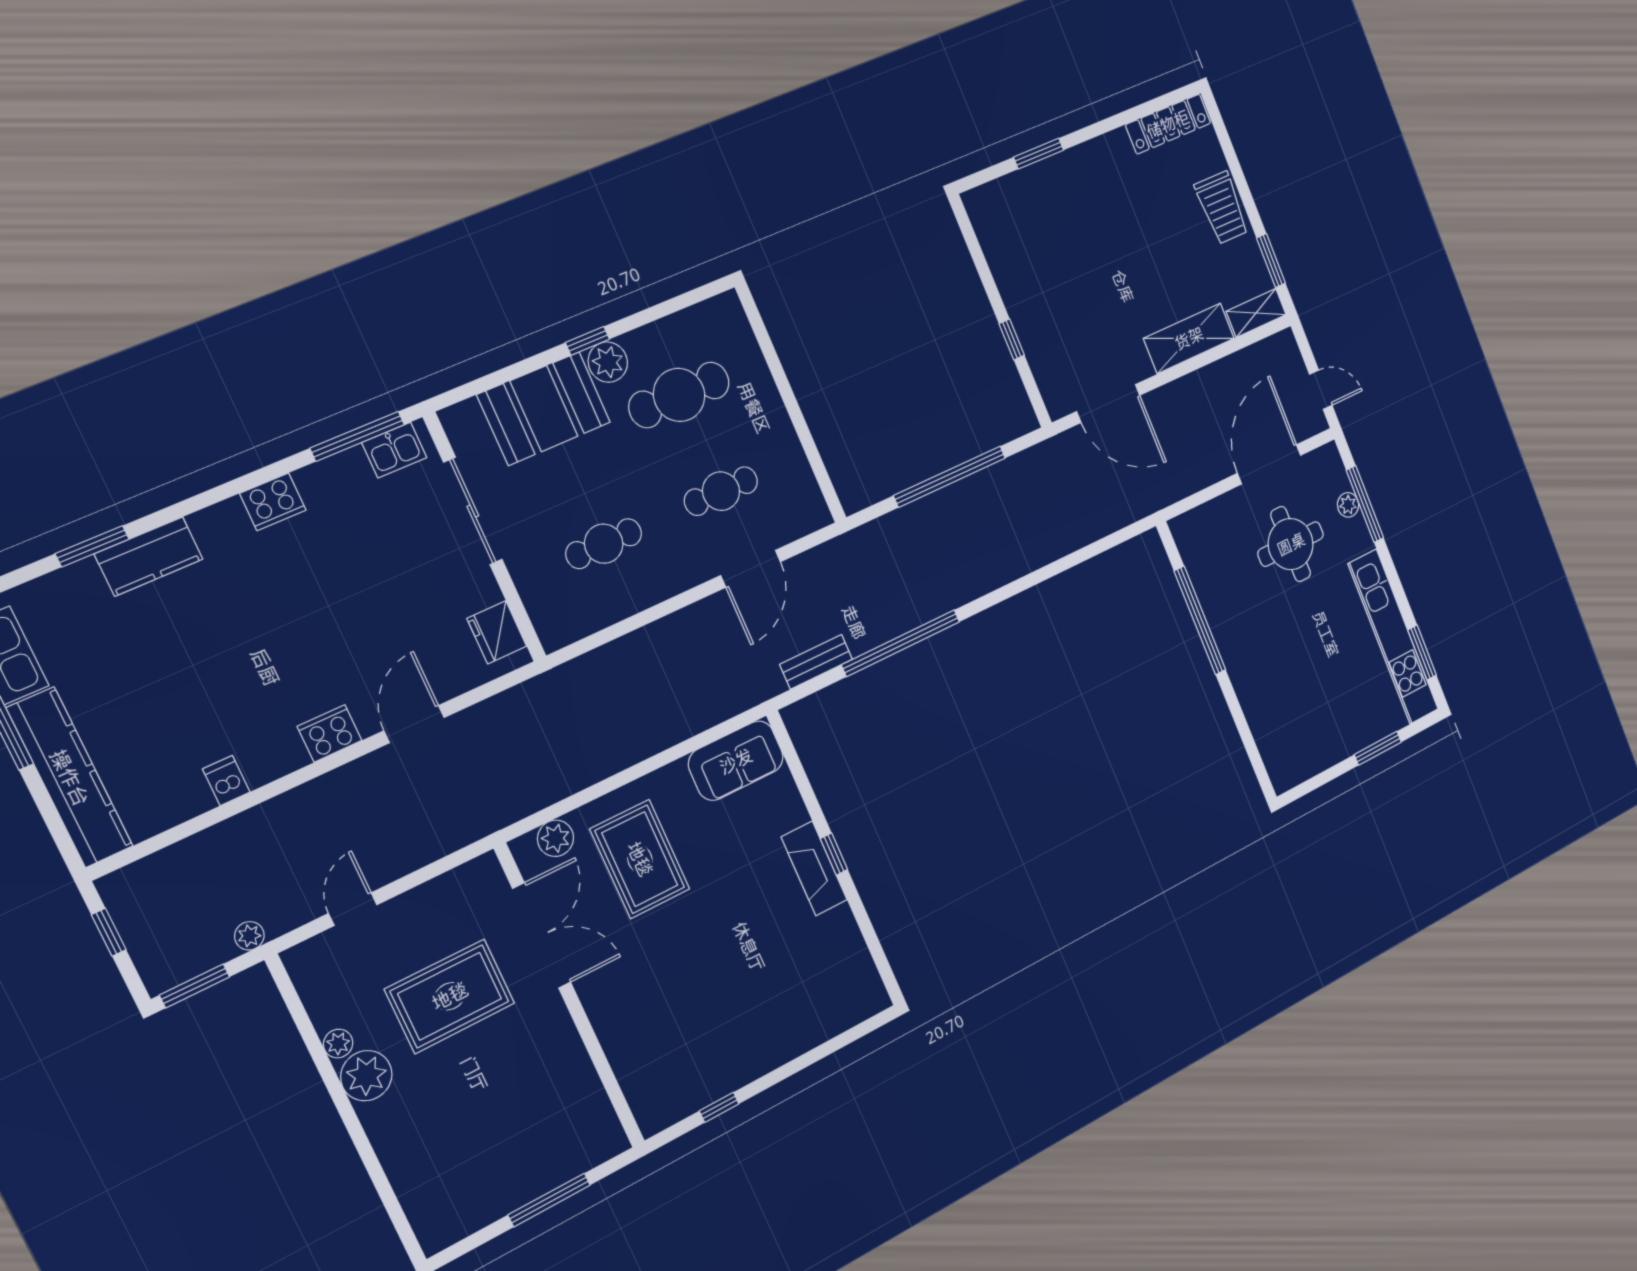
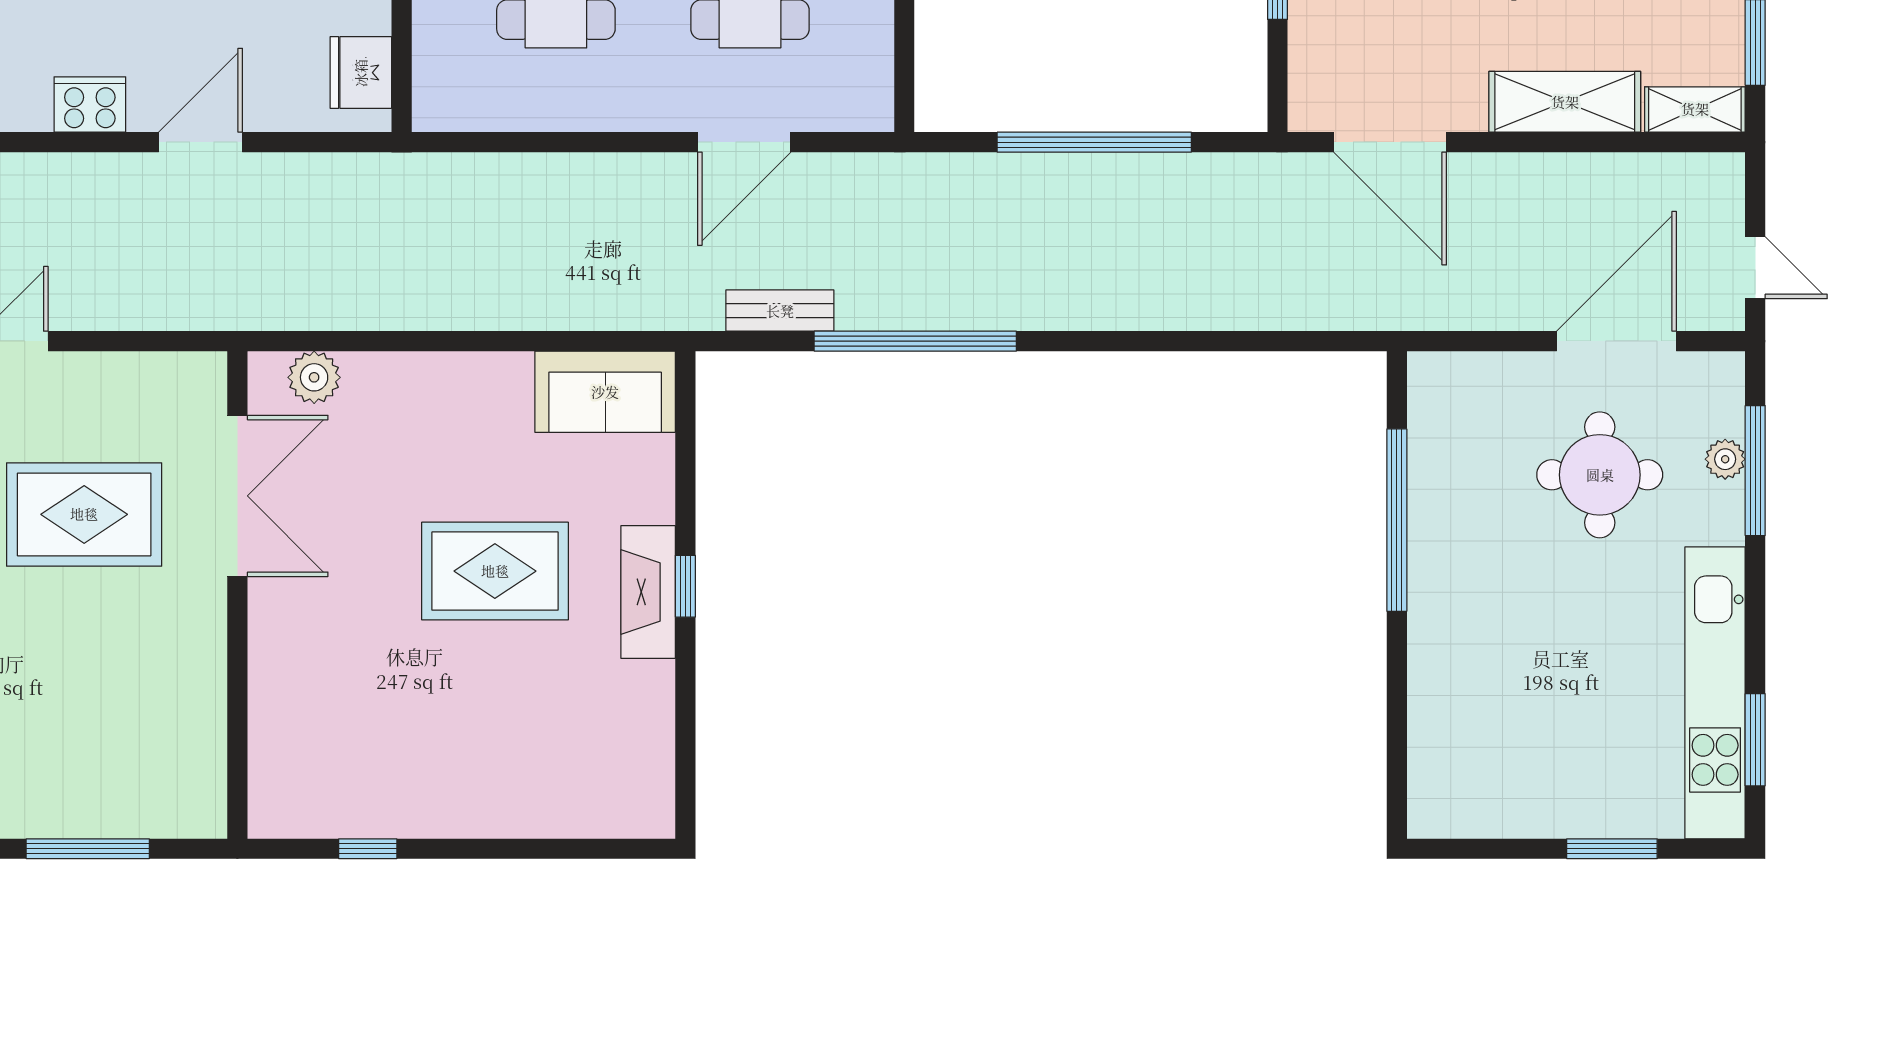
rug: (640, 859) -> (495, 571), moved, turned 90

